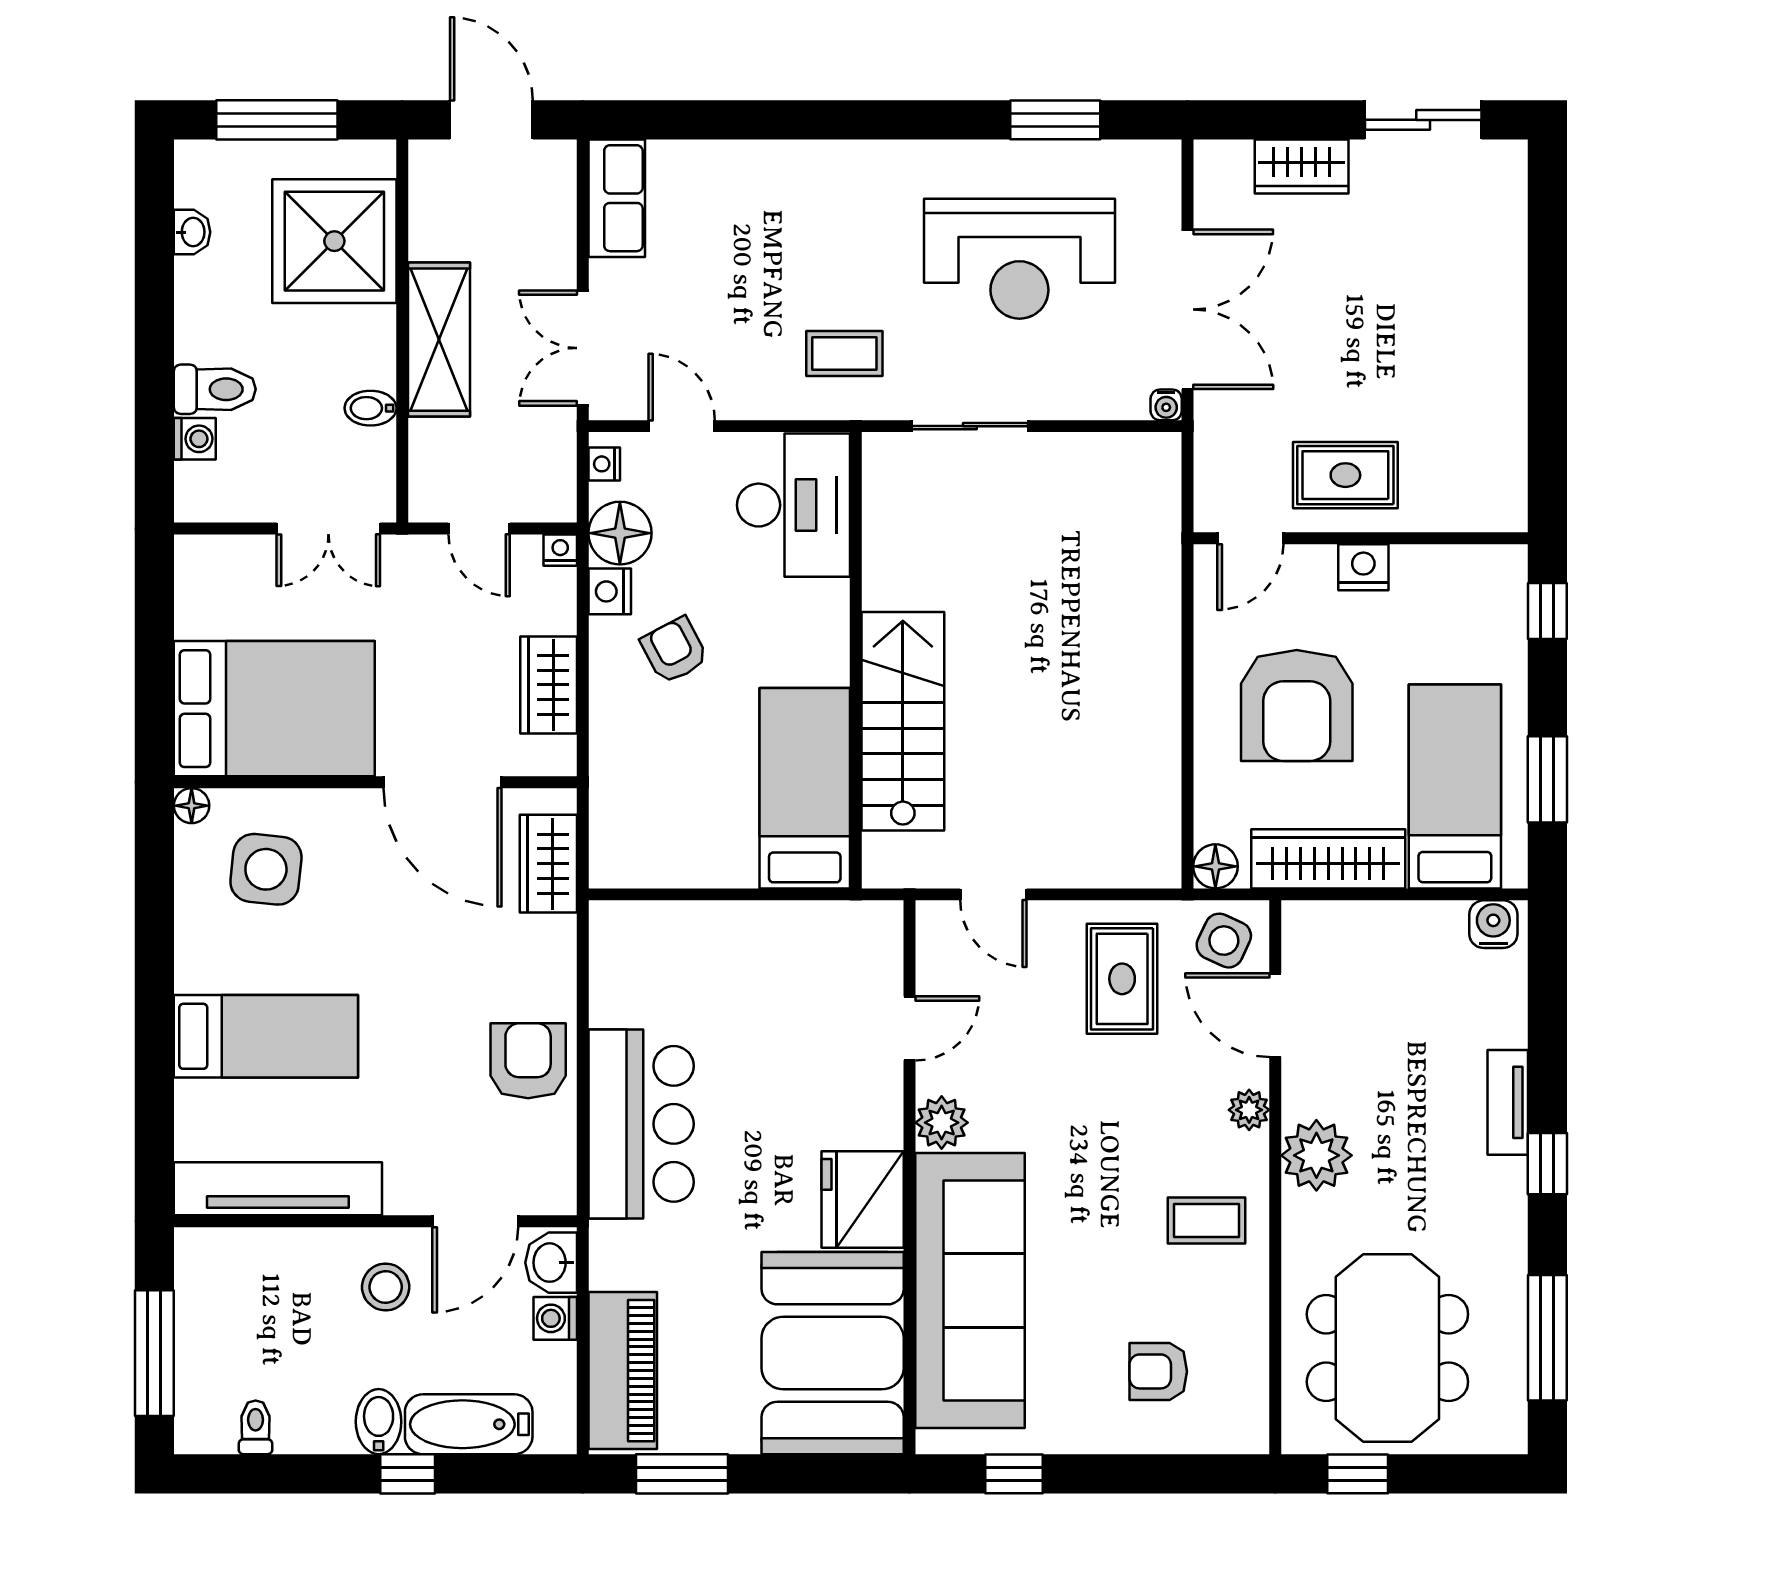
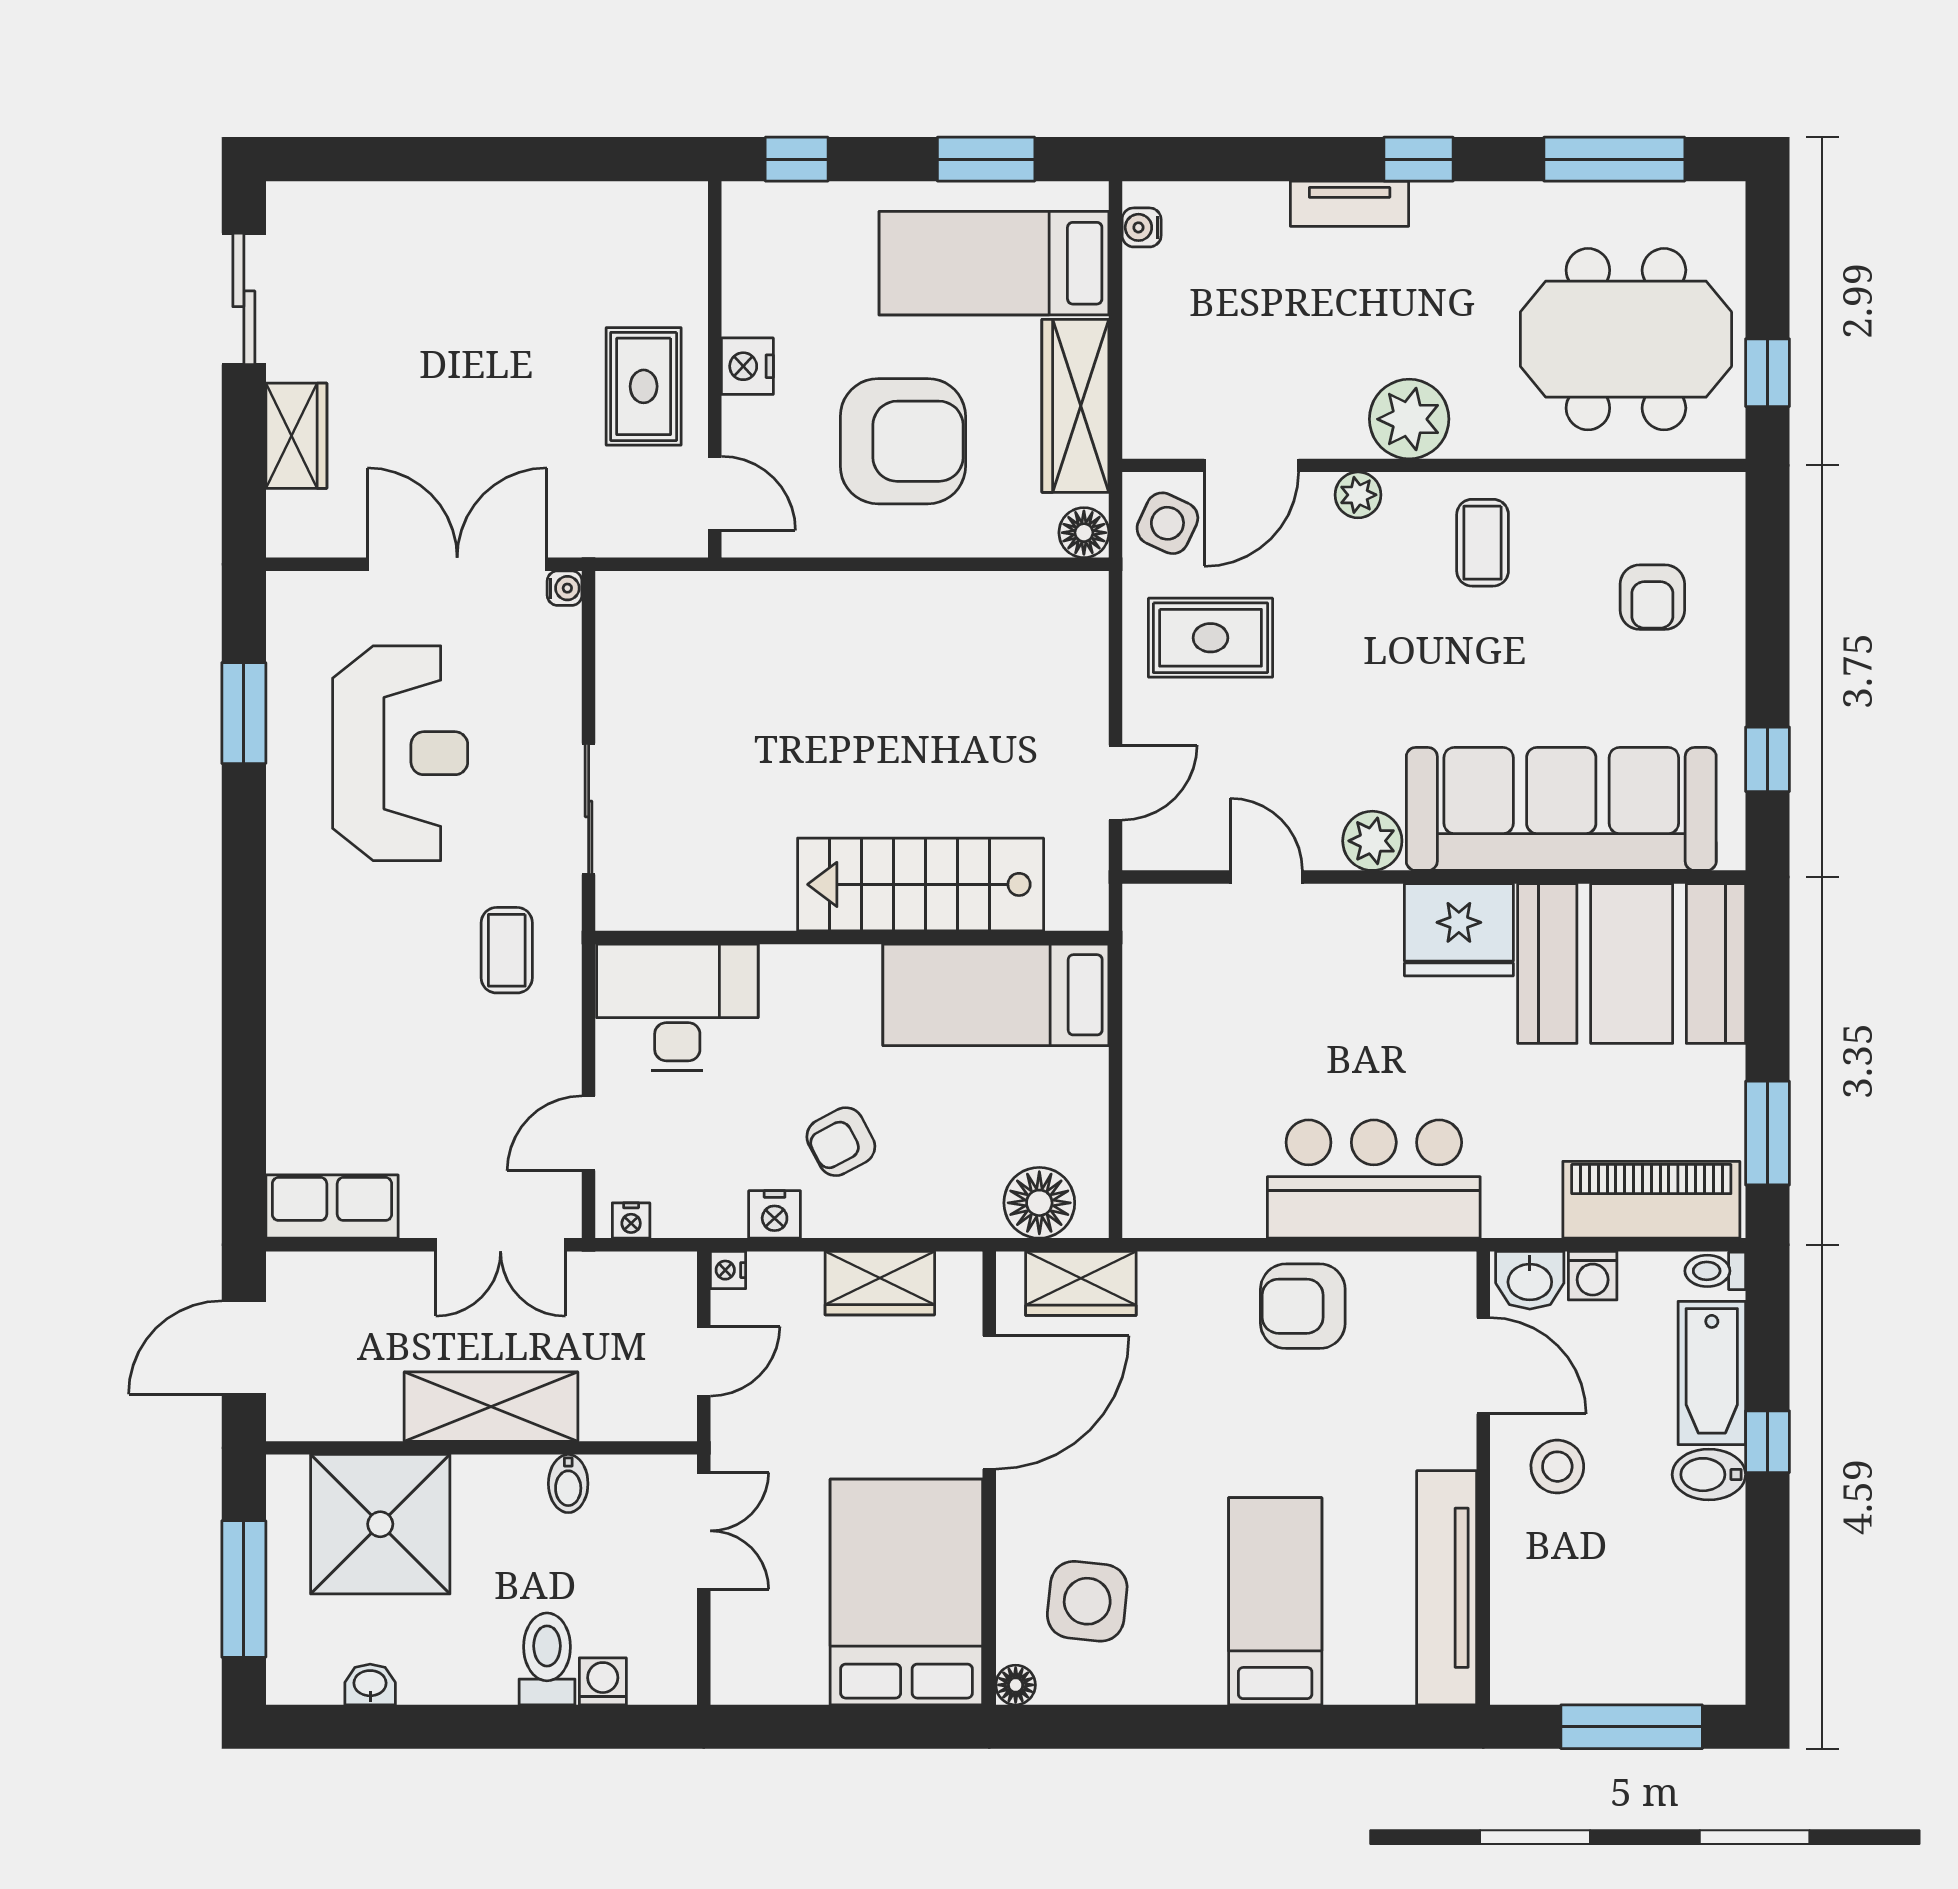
floor lamp: (620, 533) -> (1039, 1203), moved
water cooler: (1493, 924) -> (1142, 227), width x0.72, depth x0.72
toilet: (256, 1427) -> (1715, 1271), moved

